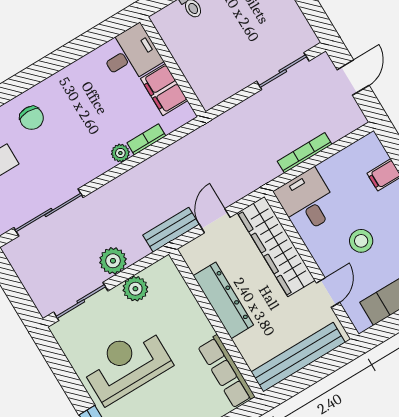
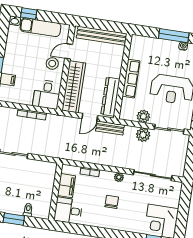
chair: (32, 118) -> (112, 202), moved
plant: (120, 153) -> (119, 177), moved
stool: (361, 241) -> (52, 64), moved
dresser: (223, 300) -> (110, 97), moved
row of seats: (226, 372) -> (131, 79), moved

